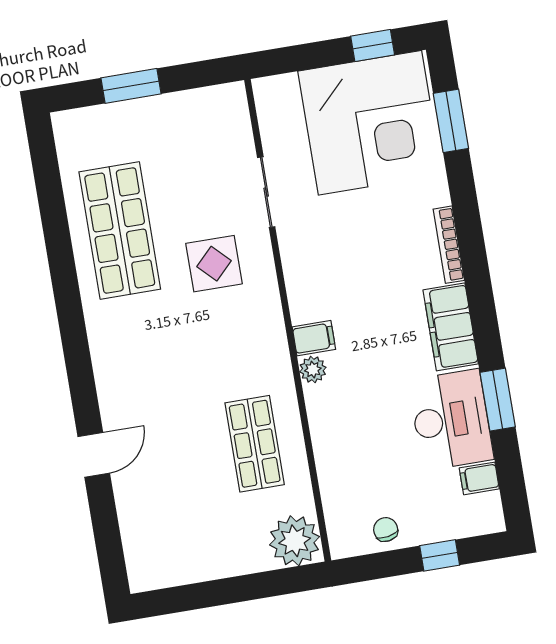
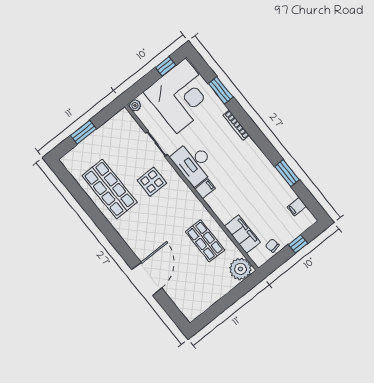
window: (451, 121) -> (221, 90), moved
filing cabinet: (451, 327) -> (242, 234), moved, turned 180
plant: (313, 370) -> (135, 105), moved
desk: (451, 420) -> (194, 163), moved, turned 180
door: (94, 455) -> (147, 279), width x1.88

